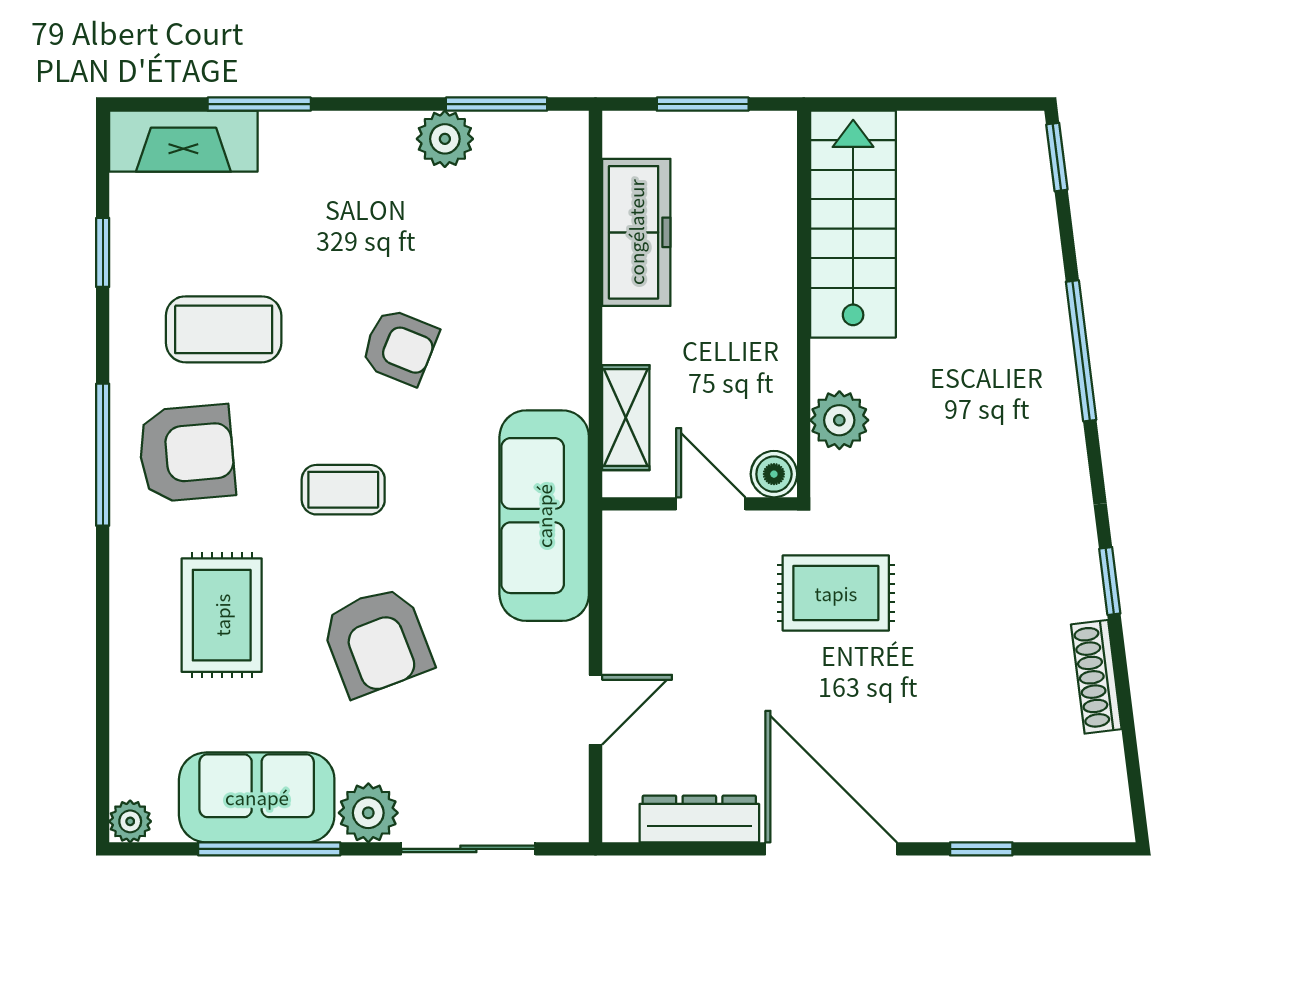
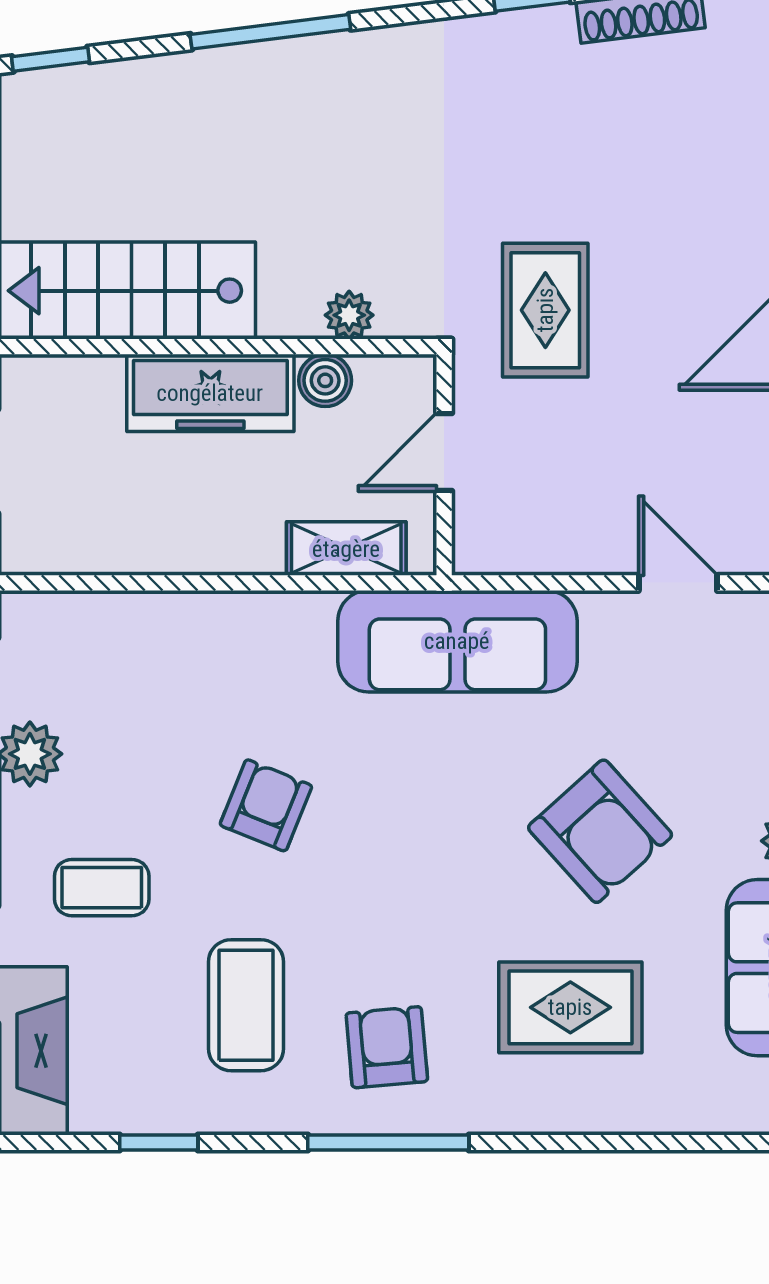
freezer: (636, 232) -> (210, 393), moved, turned 180
plant: (839, 420) -> (349, 315), width x0.73, depth x0.73
armchair: (187, 453) -> (387, 1047), width x0.72, depth x0.72
boiler: (774, 474) -> (325, 380), moved
coffee table: (343, 490) -> (102, 888), moved, turned 90
armchair: (377, 641) -> (600, 831), turned 69

